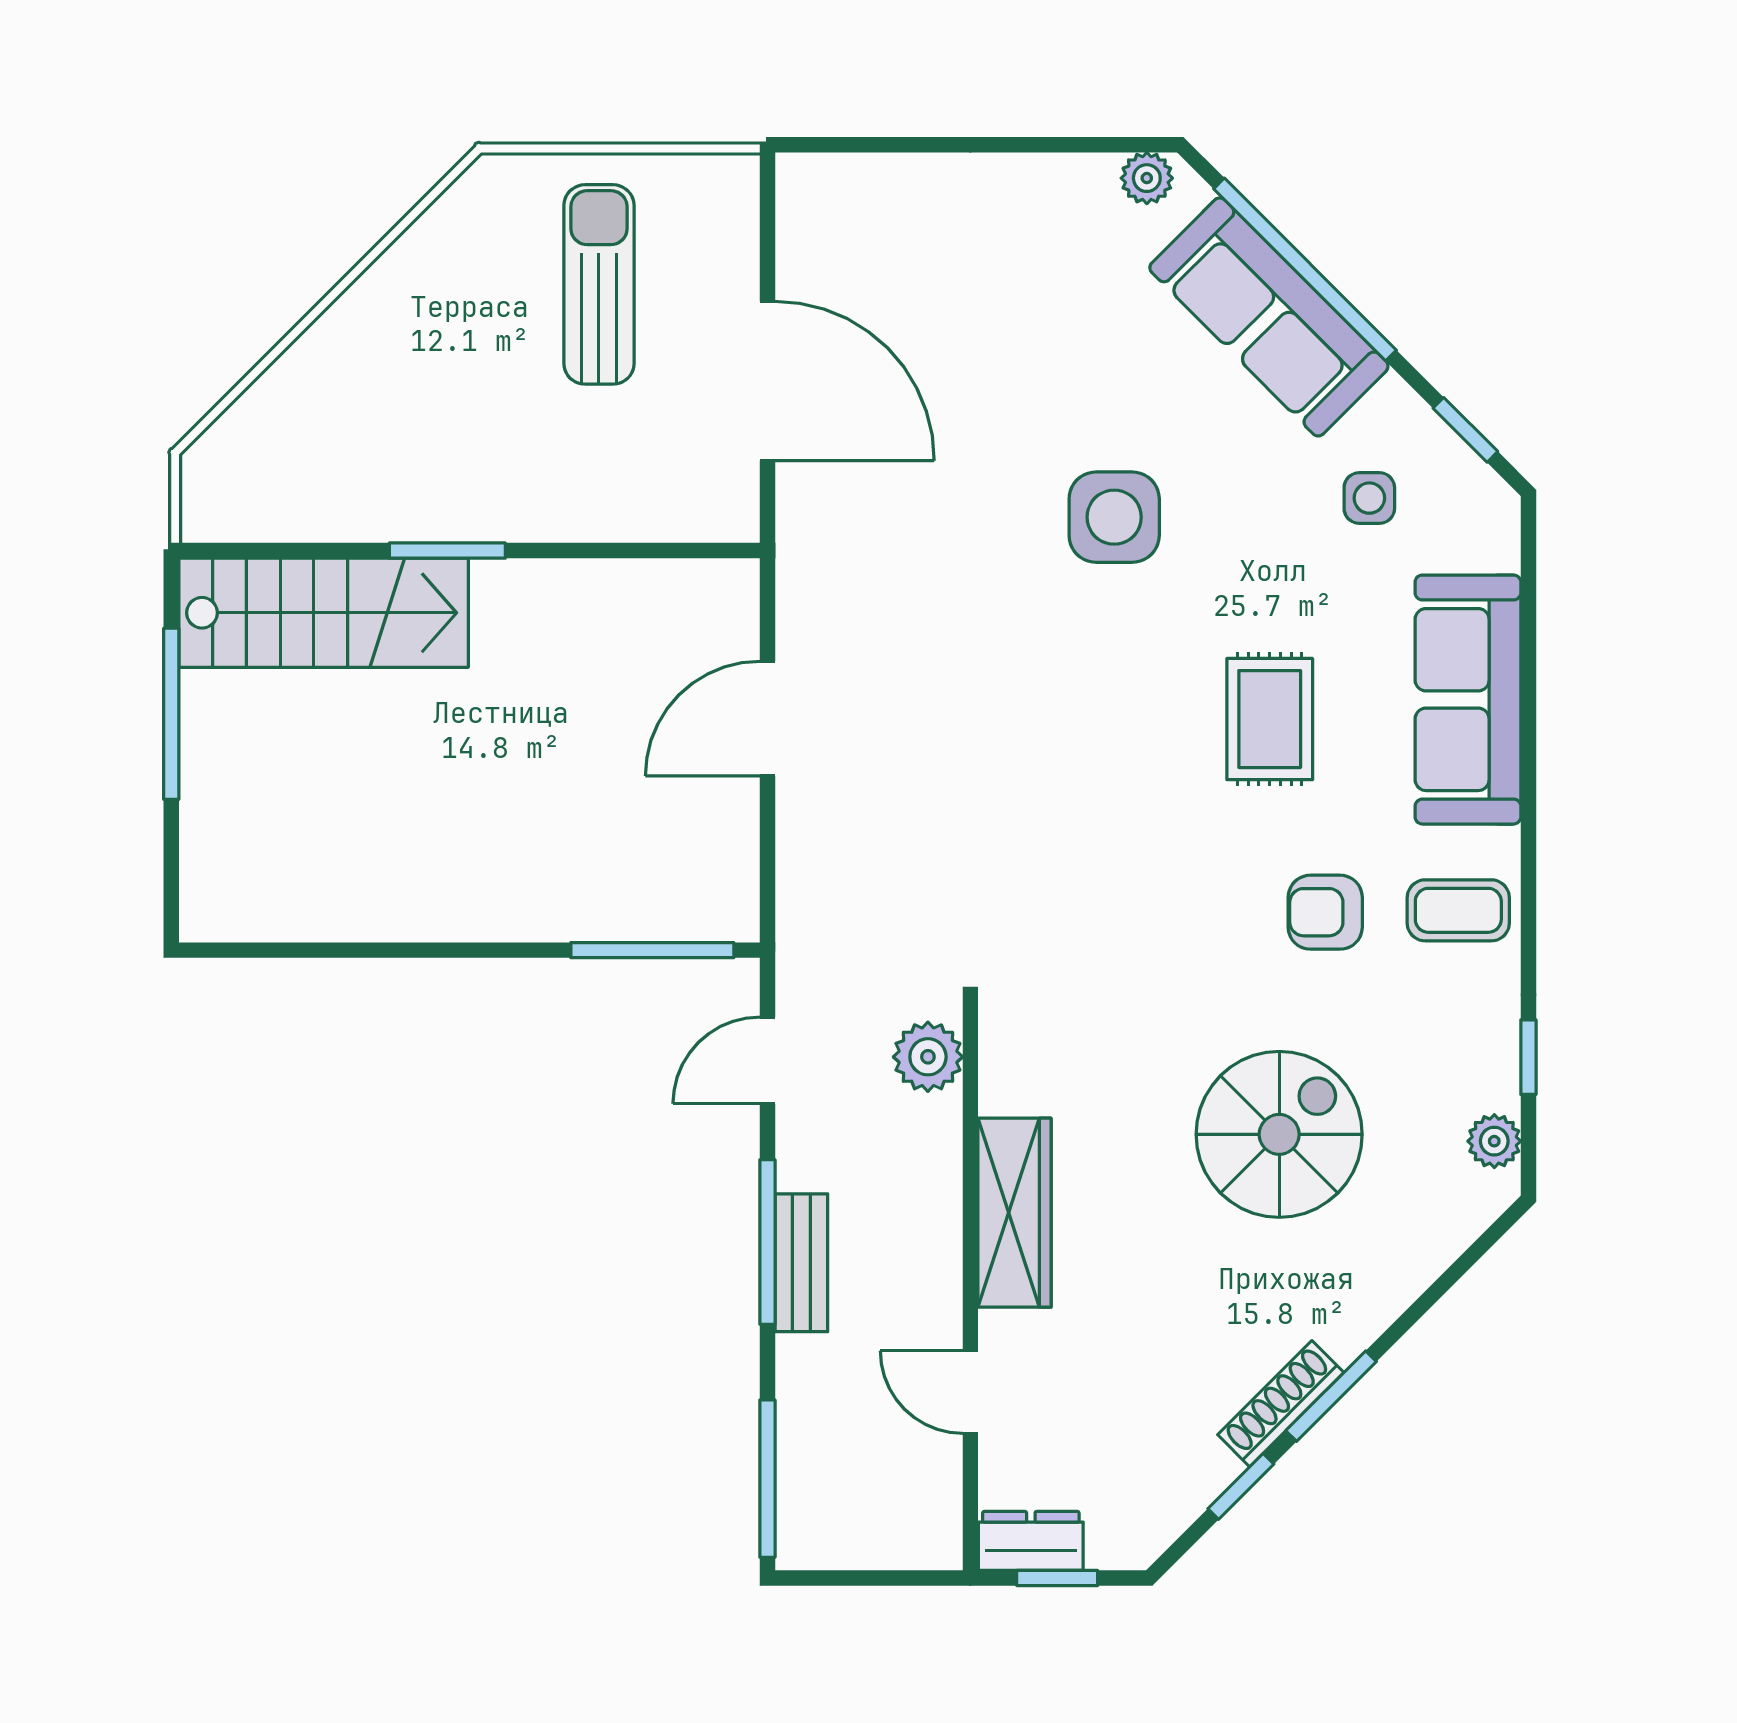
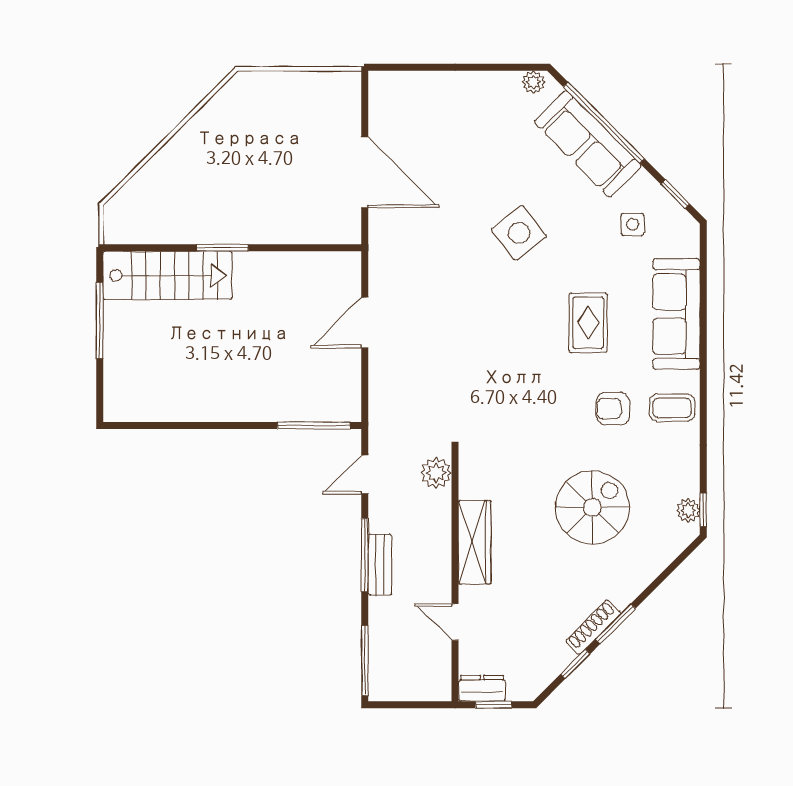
sun lounger: (599, 284) -> (290, 129), removed
side table: (1114, 517) -> (519, 233), turned -38
window: (1528, 1057) -> (703, 510), moved

